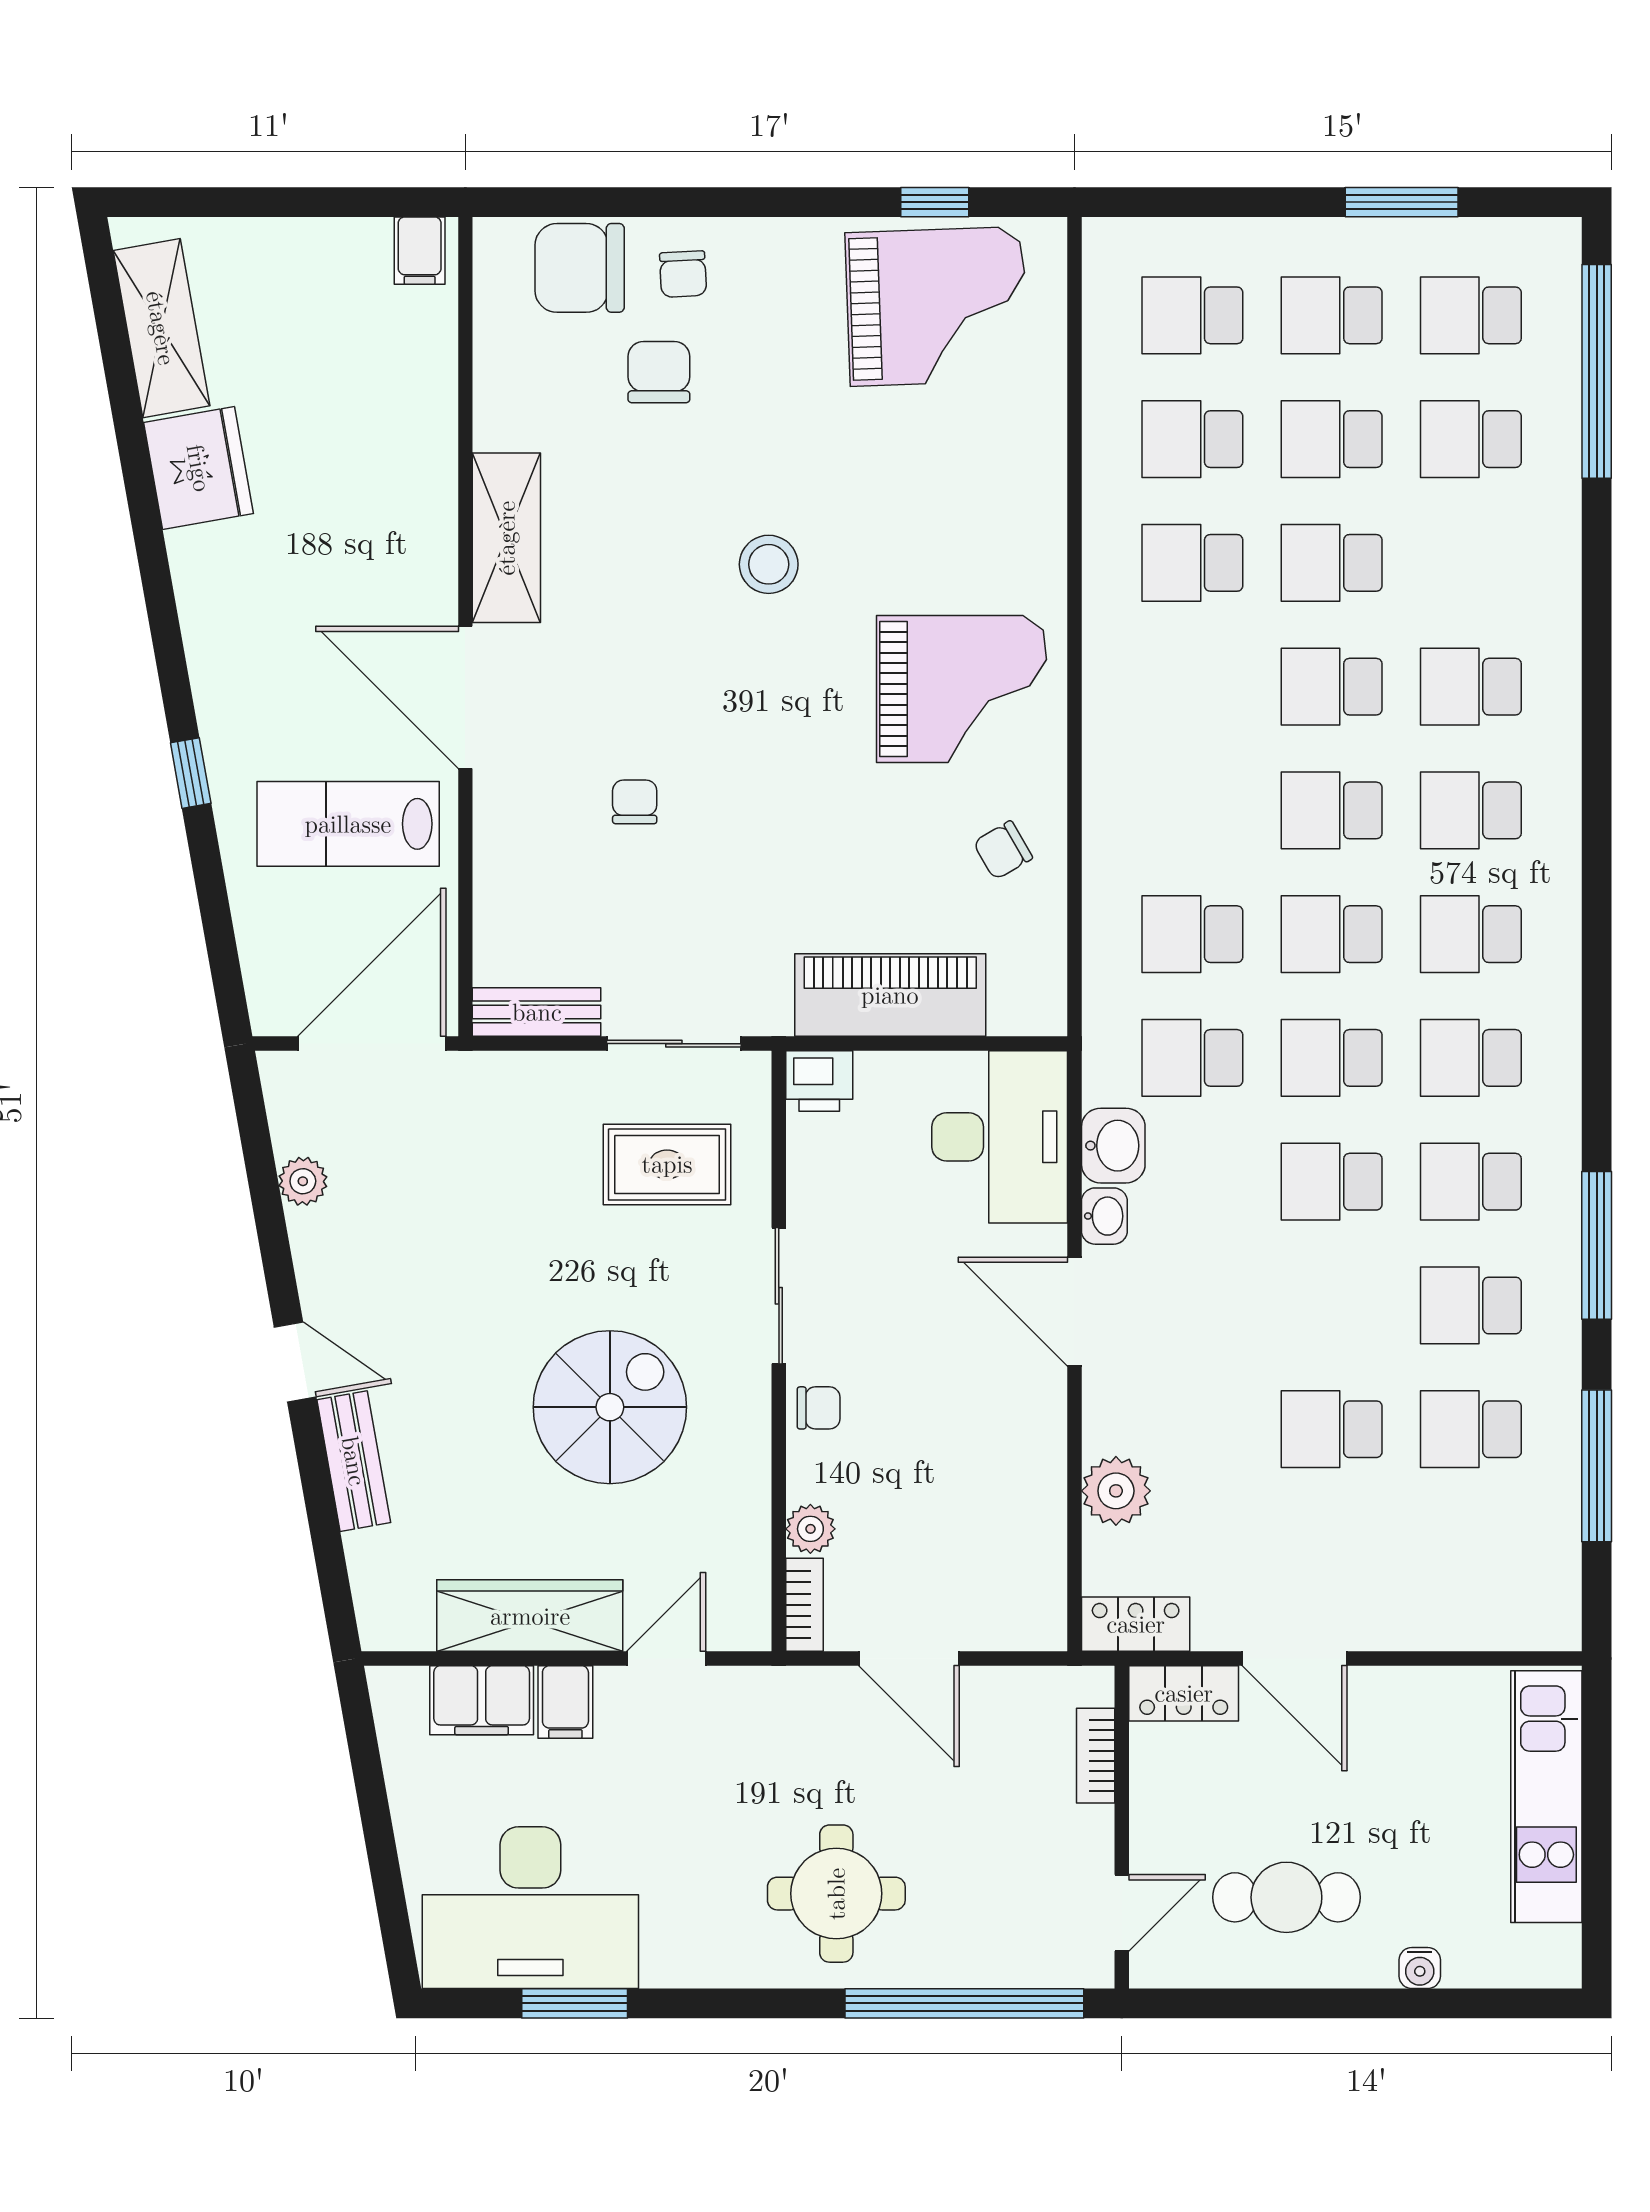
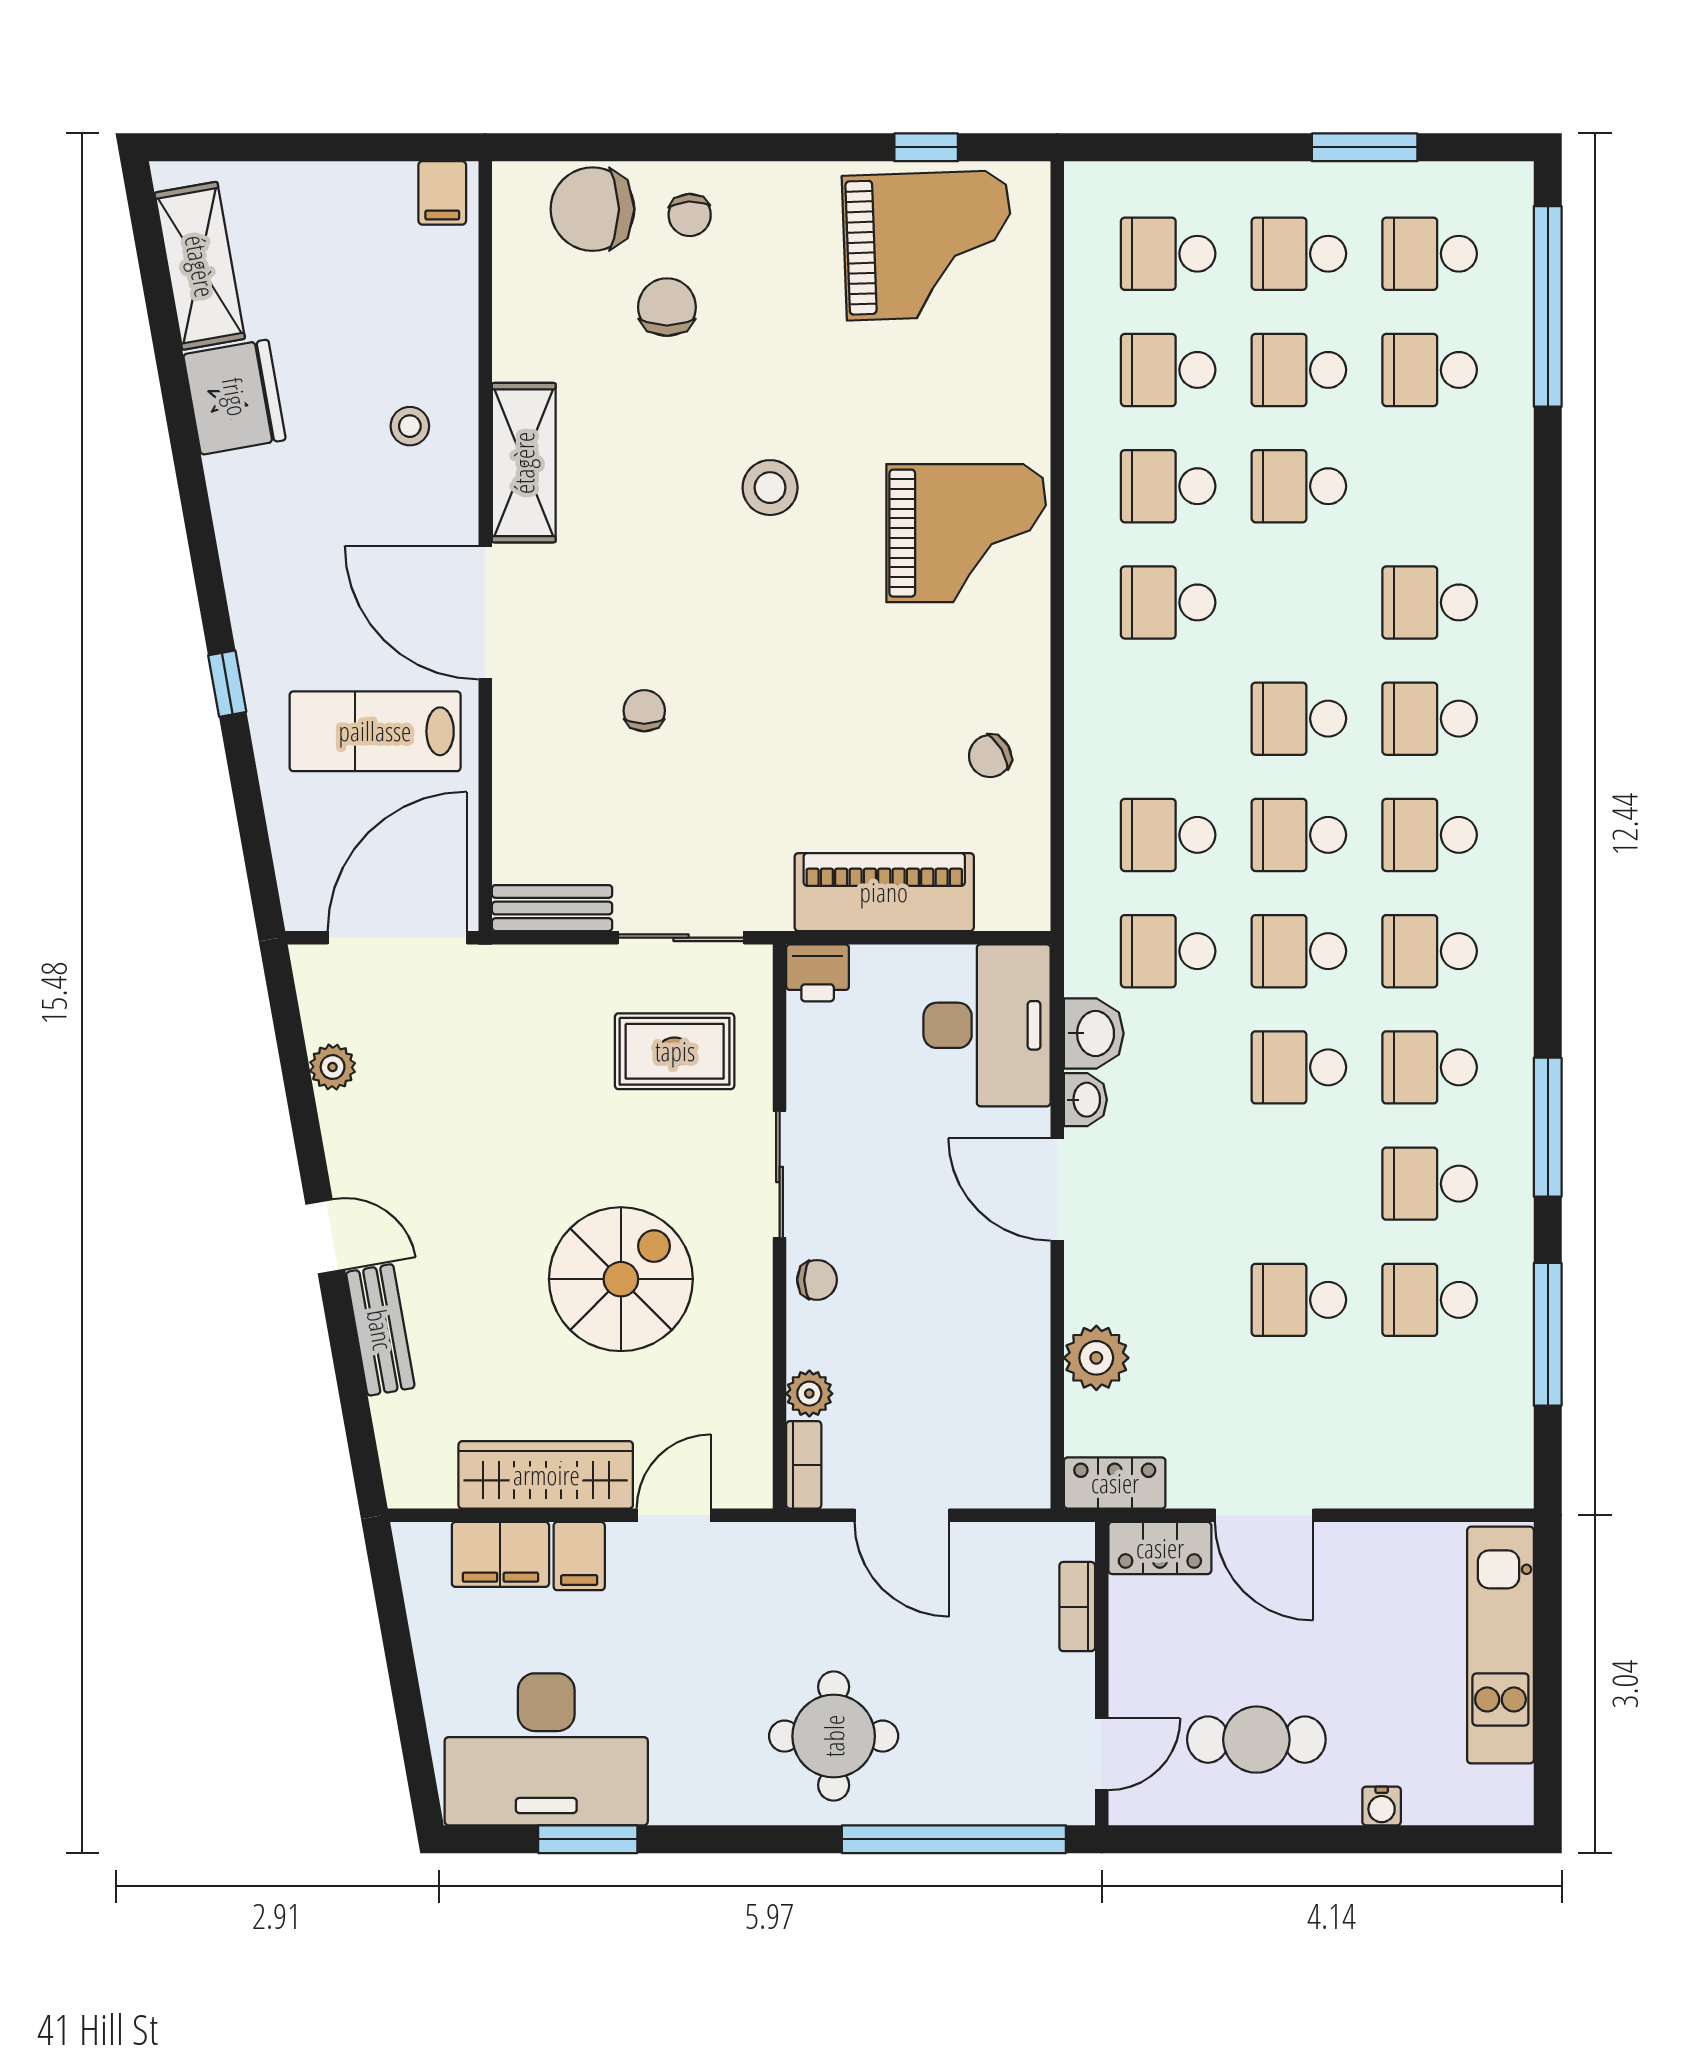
stool: (385, 499) -> (410, 426), added
school desk: (1332, 687) -> (1168, 602), moved
grand piano: (962, 689) -> (966, 533), moved

